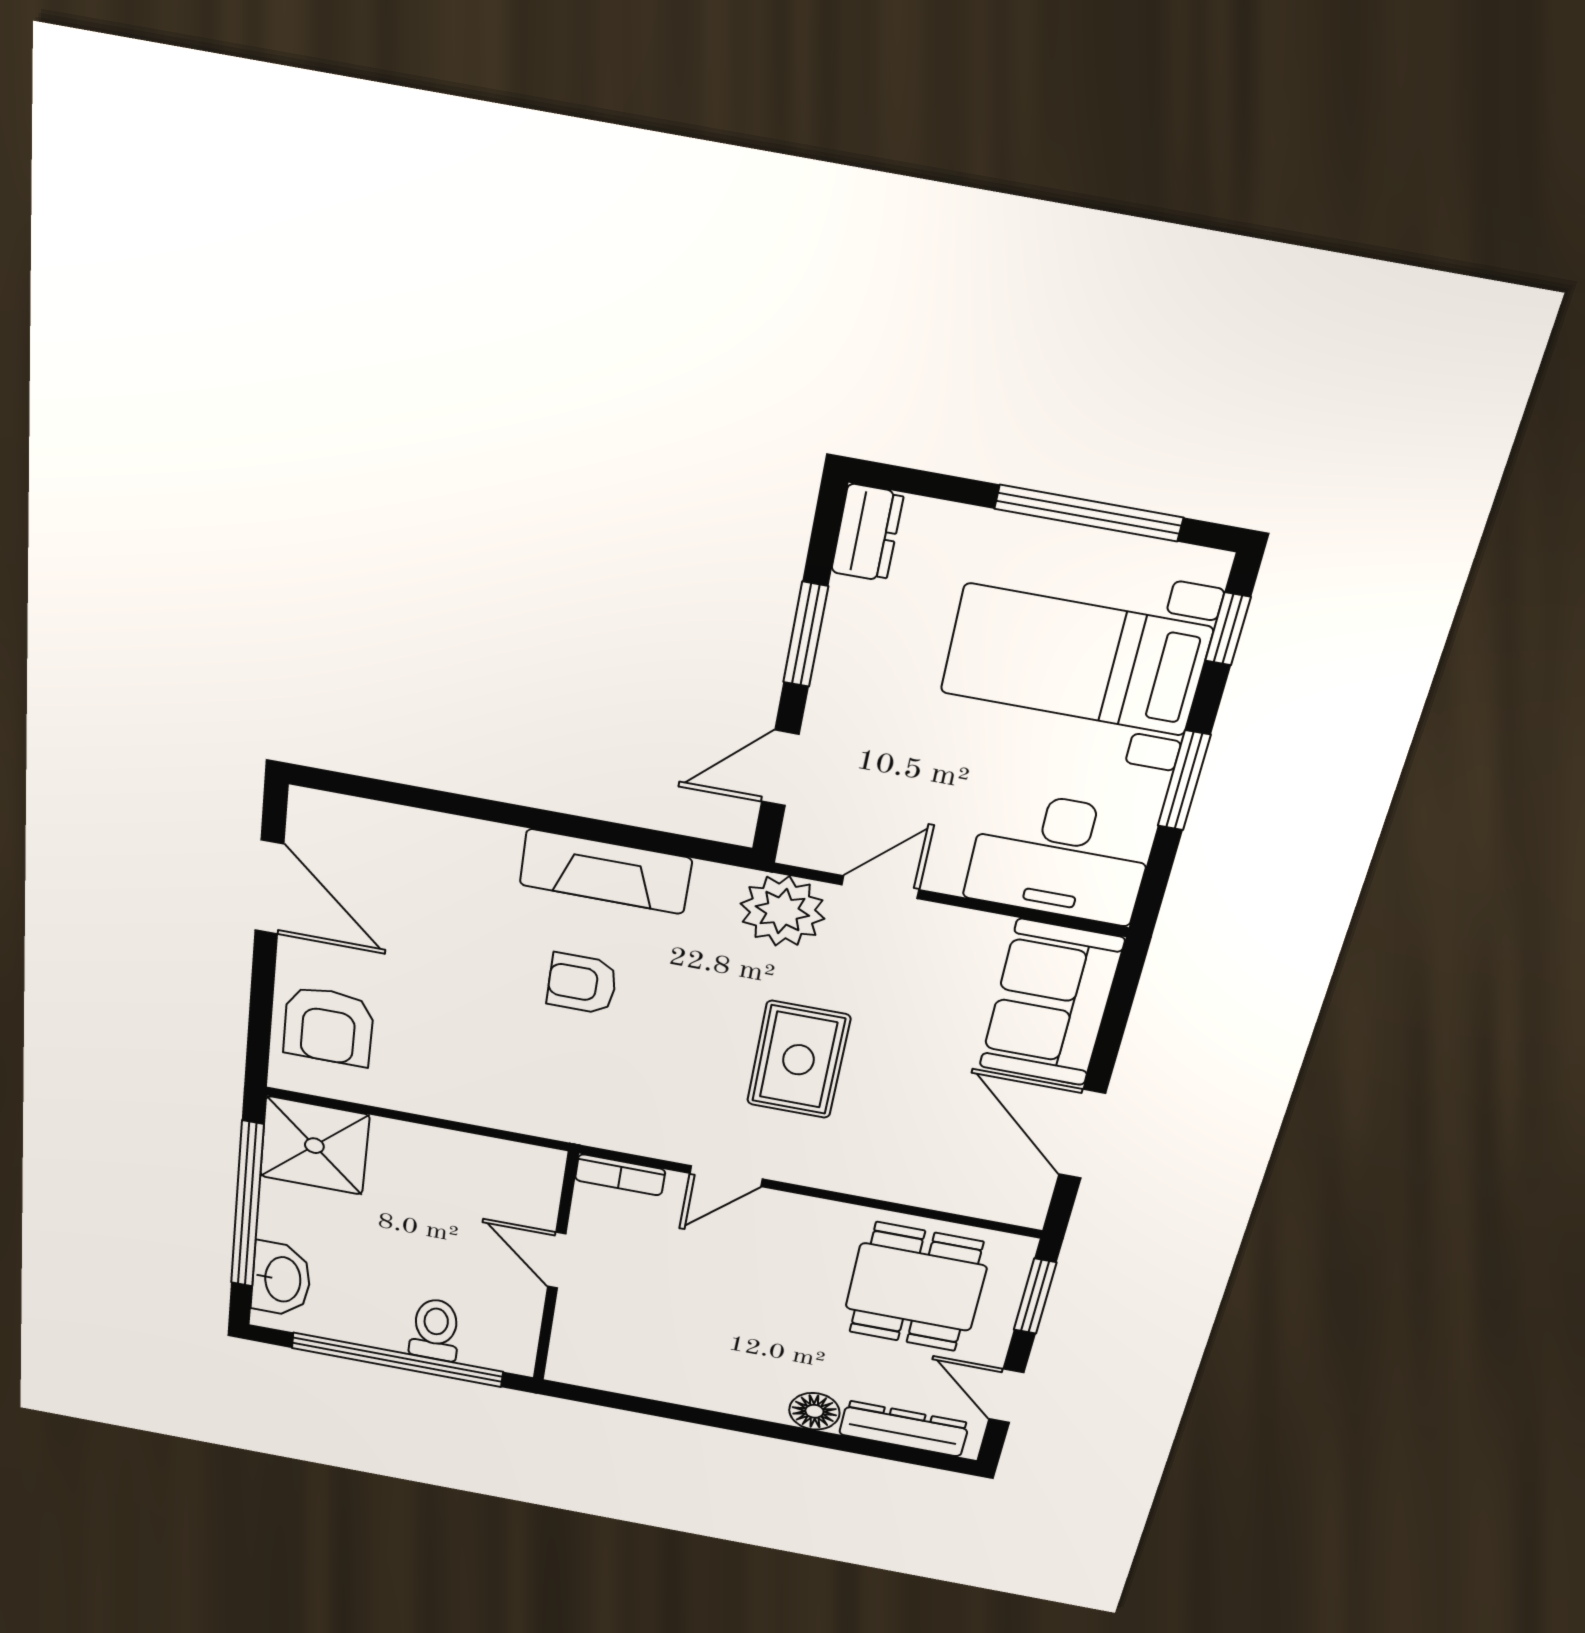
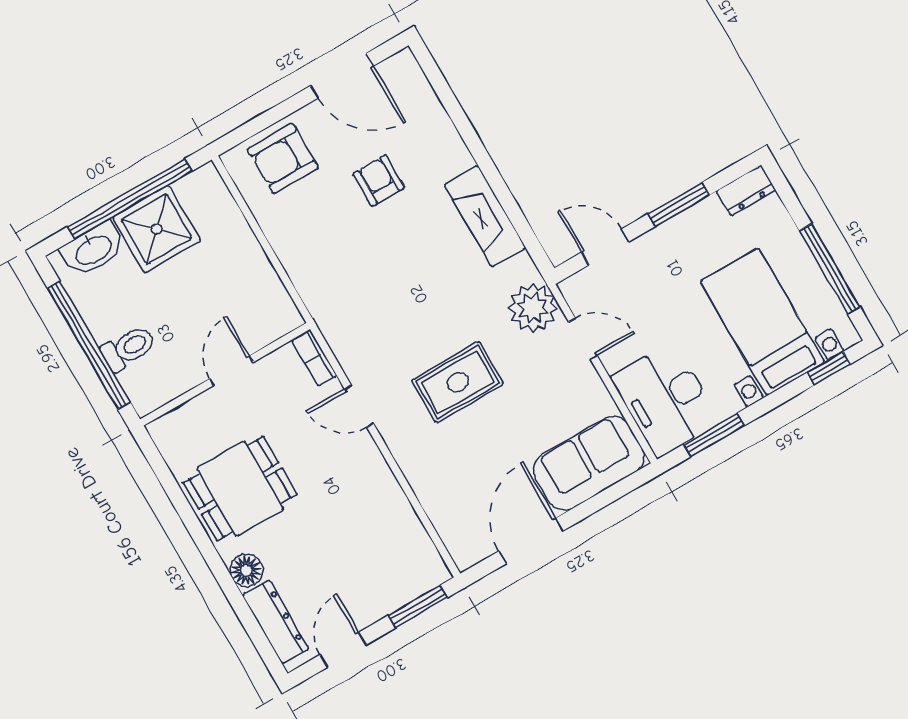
window: (1184, 781) -> (714, 435), moved
door: (269, 887) -> (342, 76), hinge flipped
armchair: (582, 984) -> (379, 181), moved
shower: (314, 1146) -> (157, 229), moved
dining table: (916, 1287) -> (240, 489), moved

